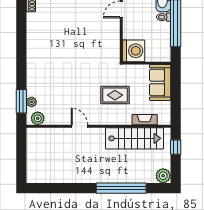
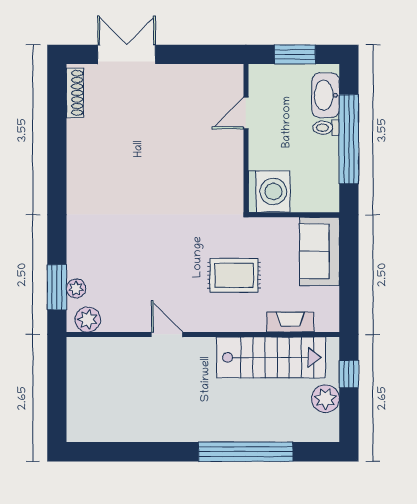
plant: (163, 176) -> (325, 399), moved

